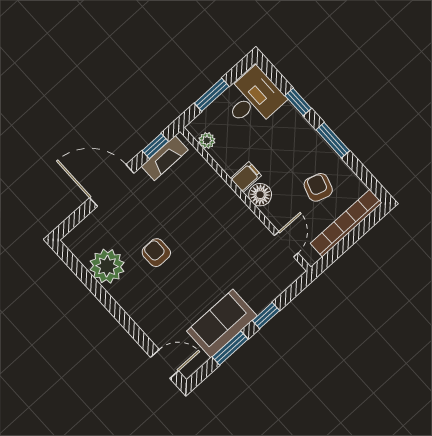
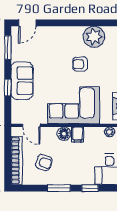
corner sofa: (214, 215) -> (74, 105), added
armchair: (156, 253) -> (80, 64), turned 180
sofa: (222, 324) -> (22, 81), moved
window: (230, 348) -> (8, 48), moved

